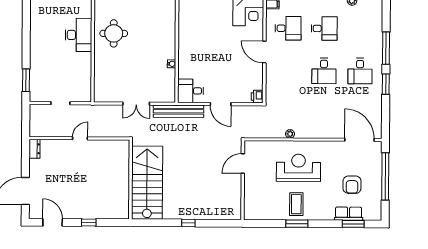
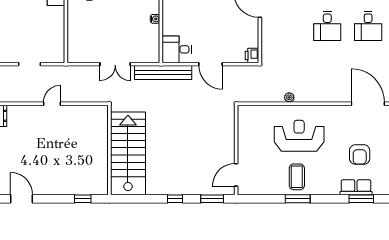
door: (243, 164) -> (236, 175), moved
window: (89, 223) -> (83, 199), moved
window: (221, 223) -> (212, 199), added

